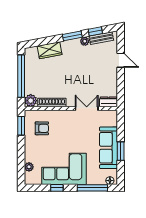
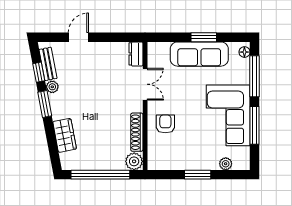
double door: (87, 108) -> (145, 84), swing flipped
window: (21, 126) -> (198, 175), moved
armchair: (42, 128) -> (165, 124), moved
window: (57, 188) -> (254, 125), width x2.17

